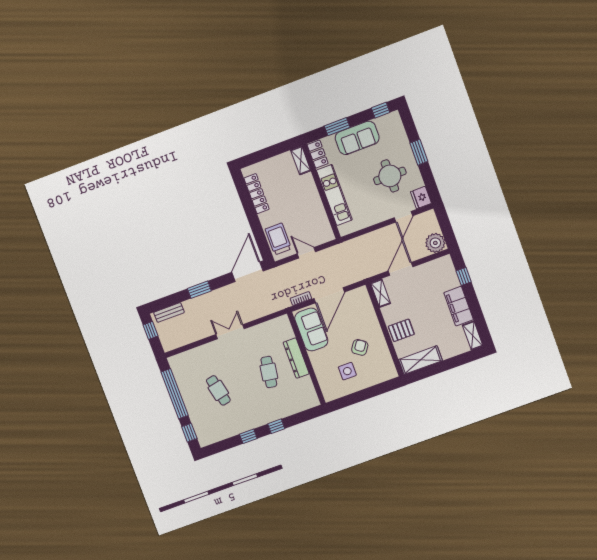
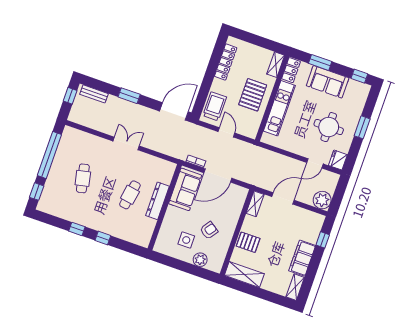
pallet: (302, 202) -> (253, 95), added
plant: (373, 378) -> (200, 260), added

